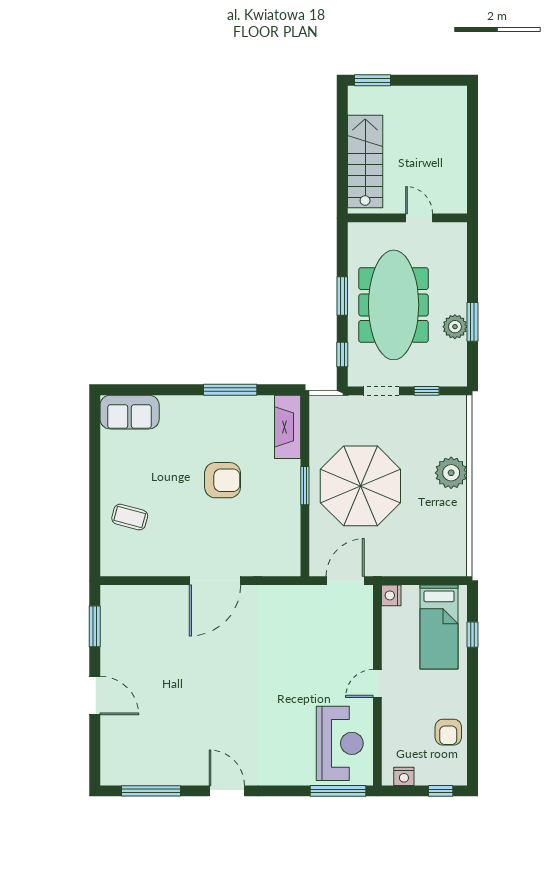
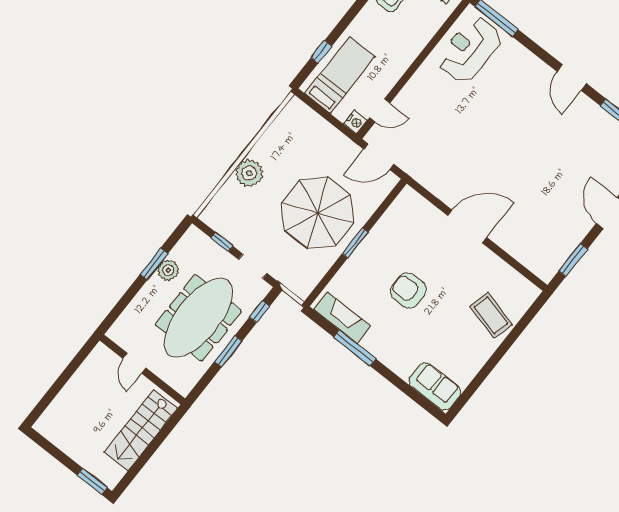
fireplace: (288, 427) -> (342, 318), moved, turned -90
coffee table: (130, 517) -> (491, 315), width x1.36, depth x1.30
door: (377, 683) -> (380, 110), moved

